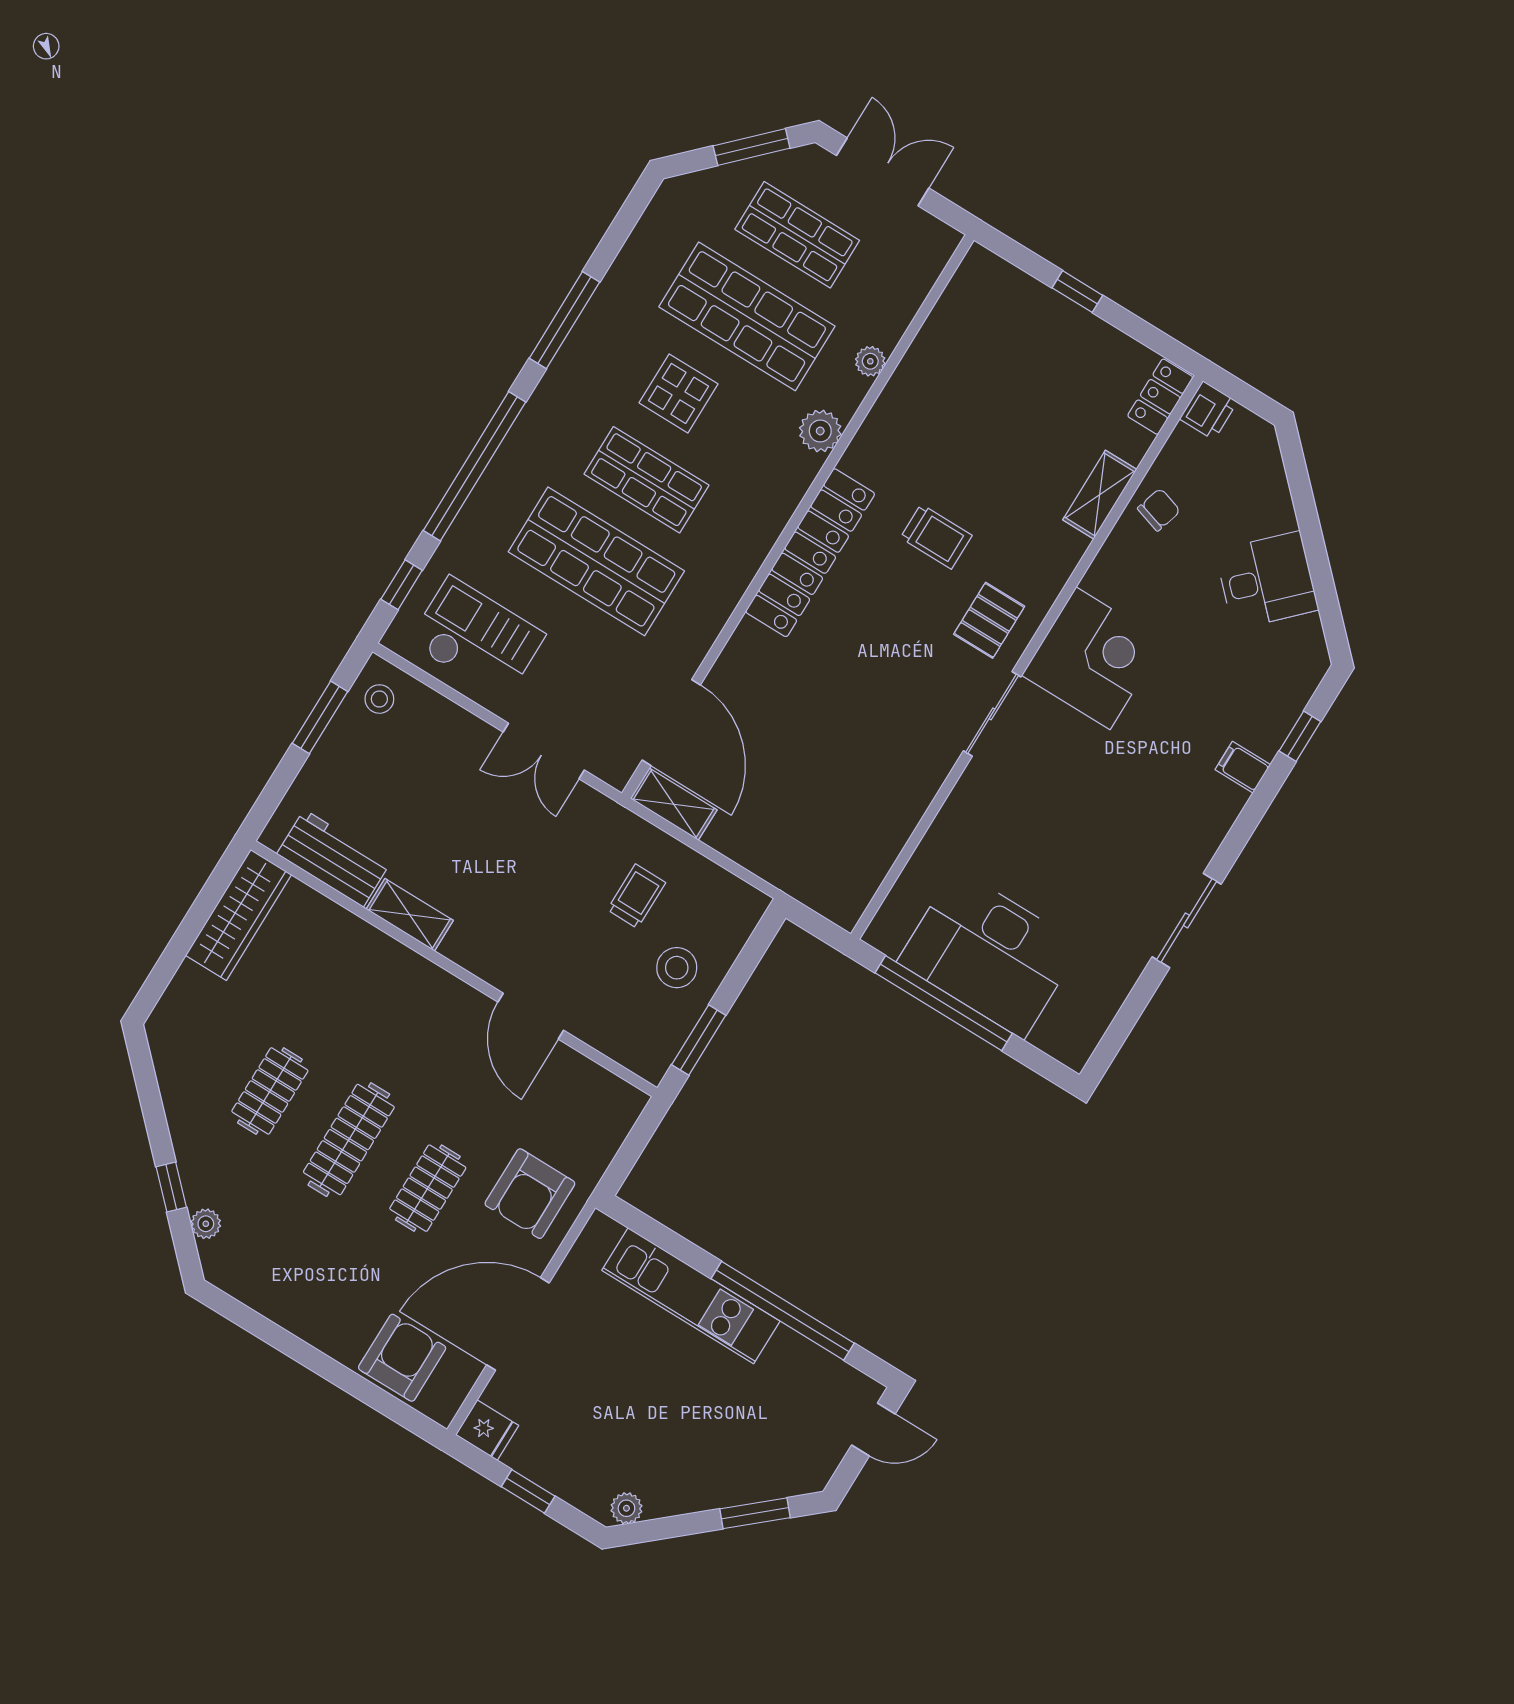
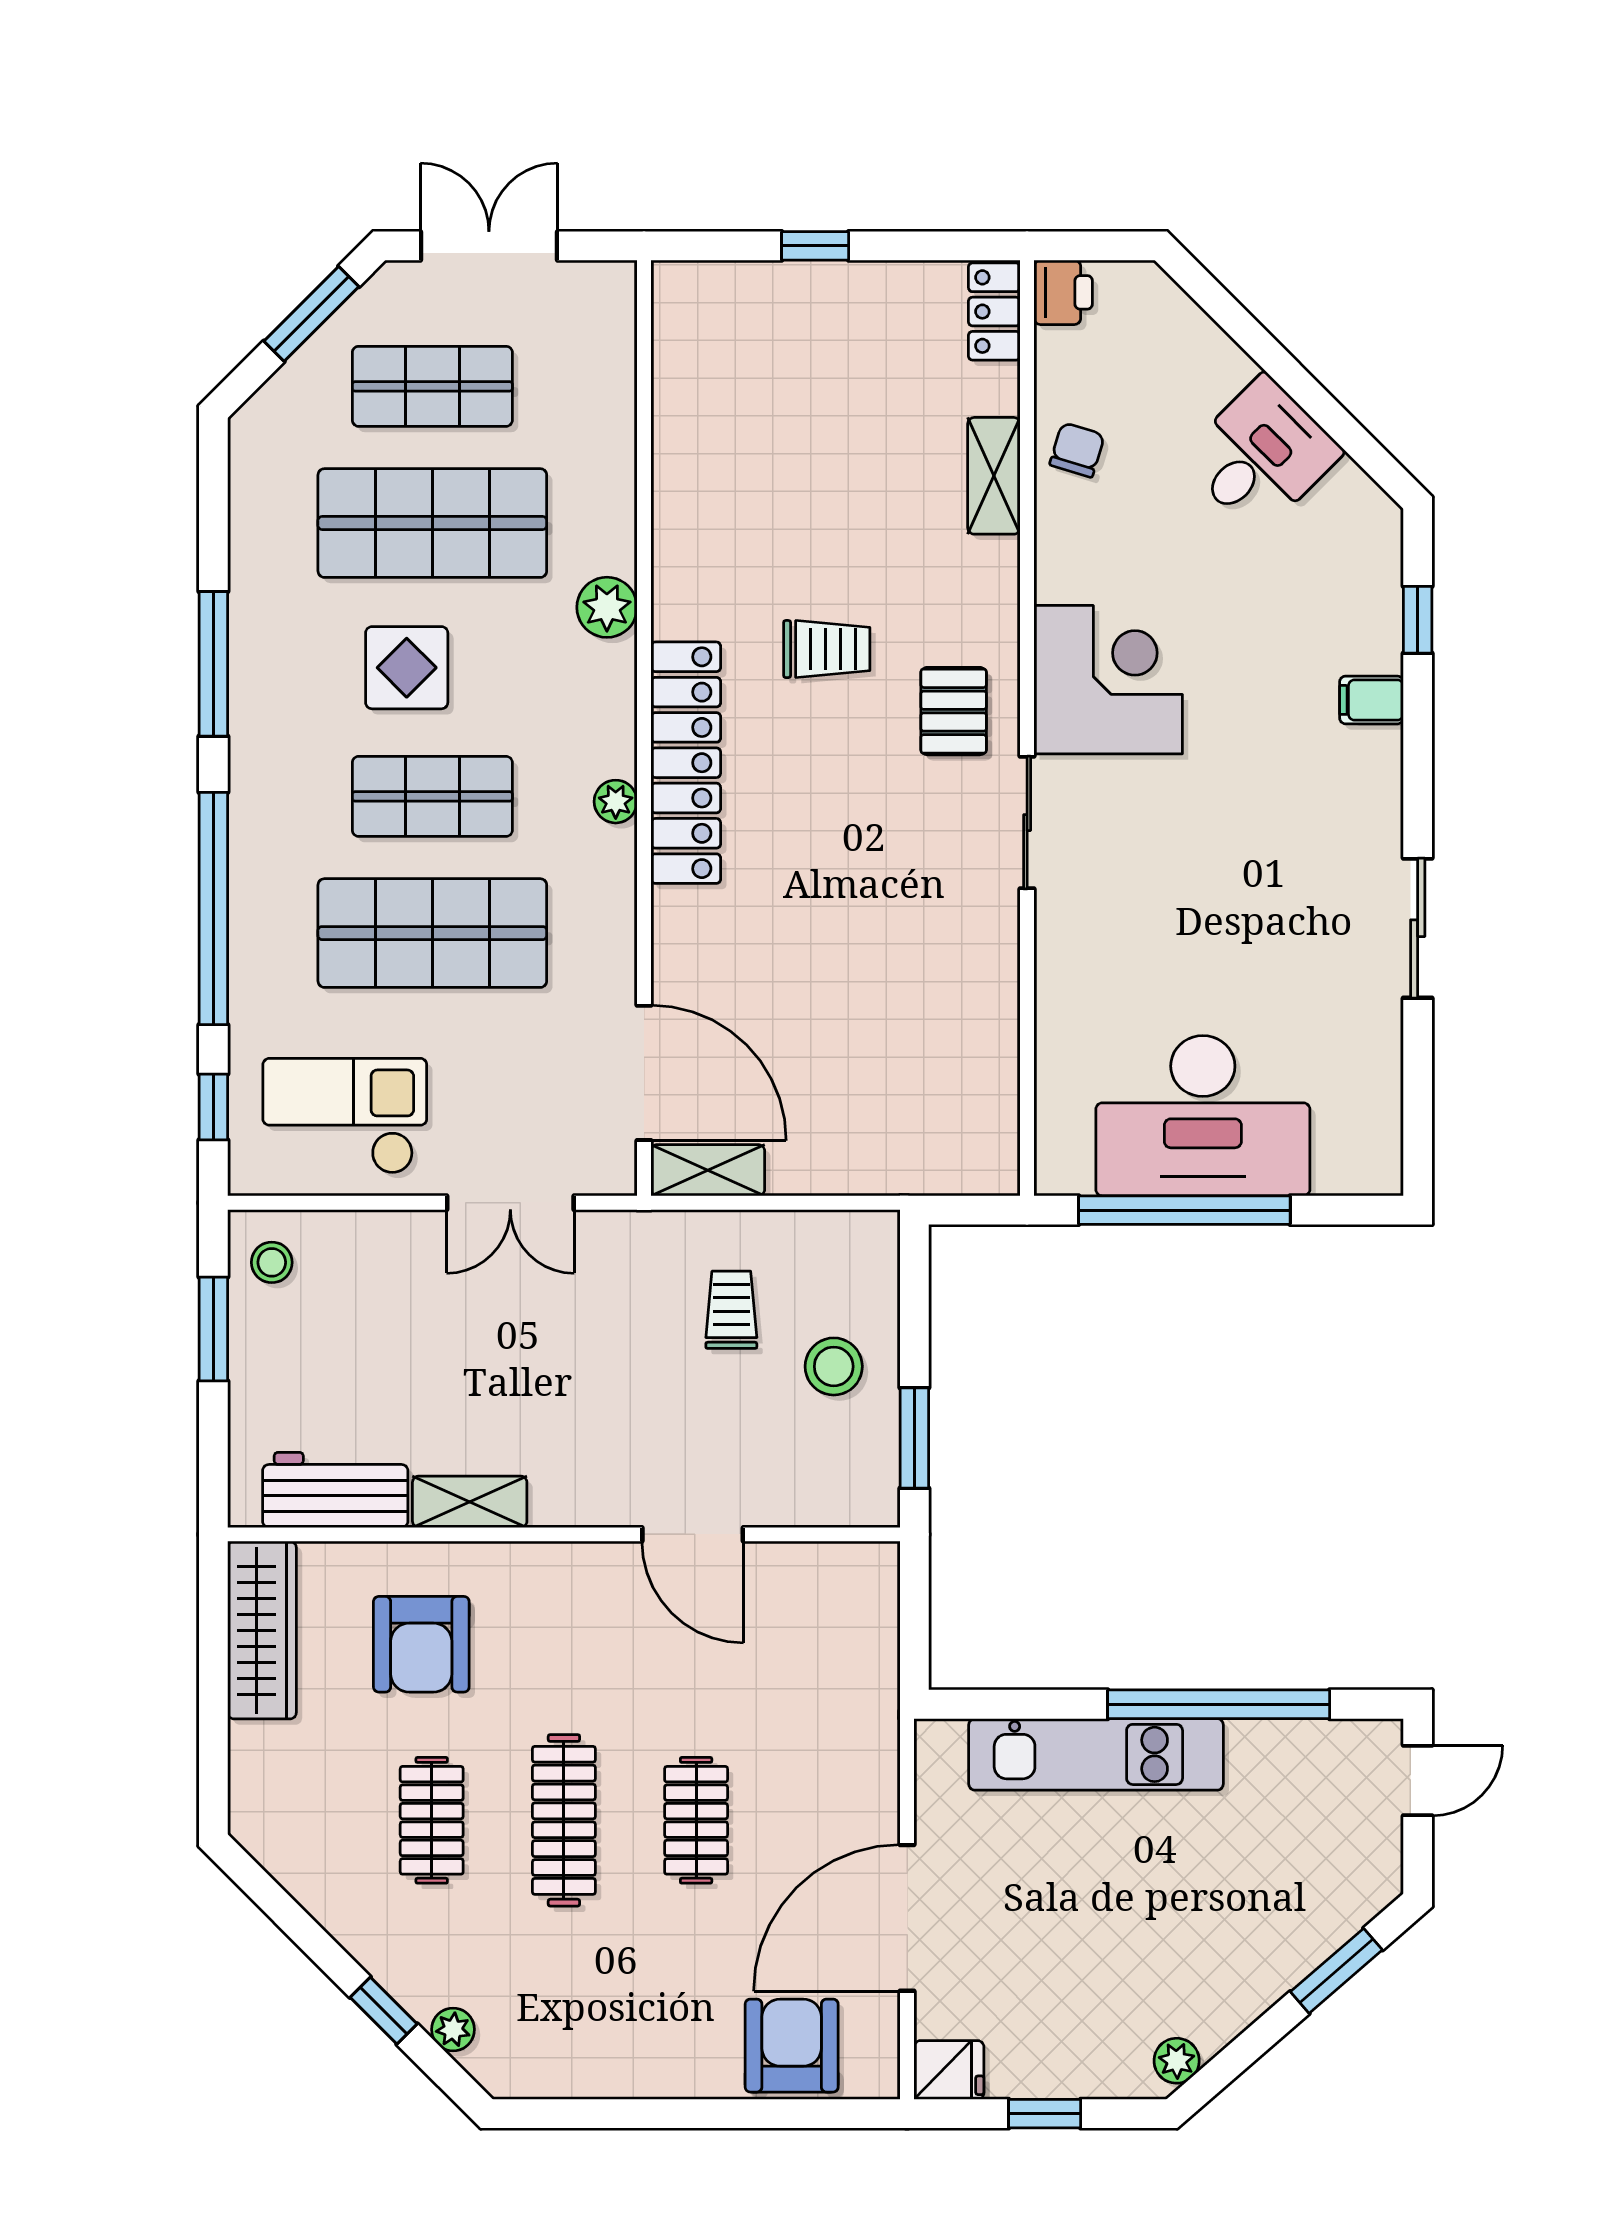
plant: (870, 361) -> (616, 802), moved
armchair: (530, 1194) -> (421, 1644), moved

